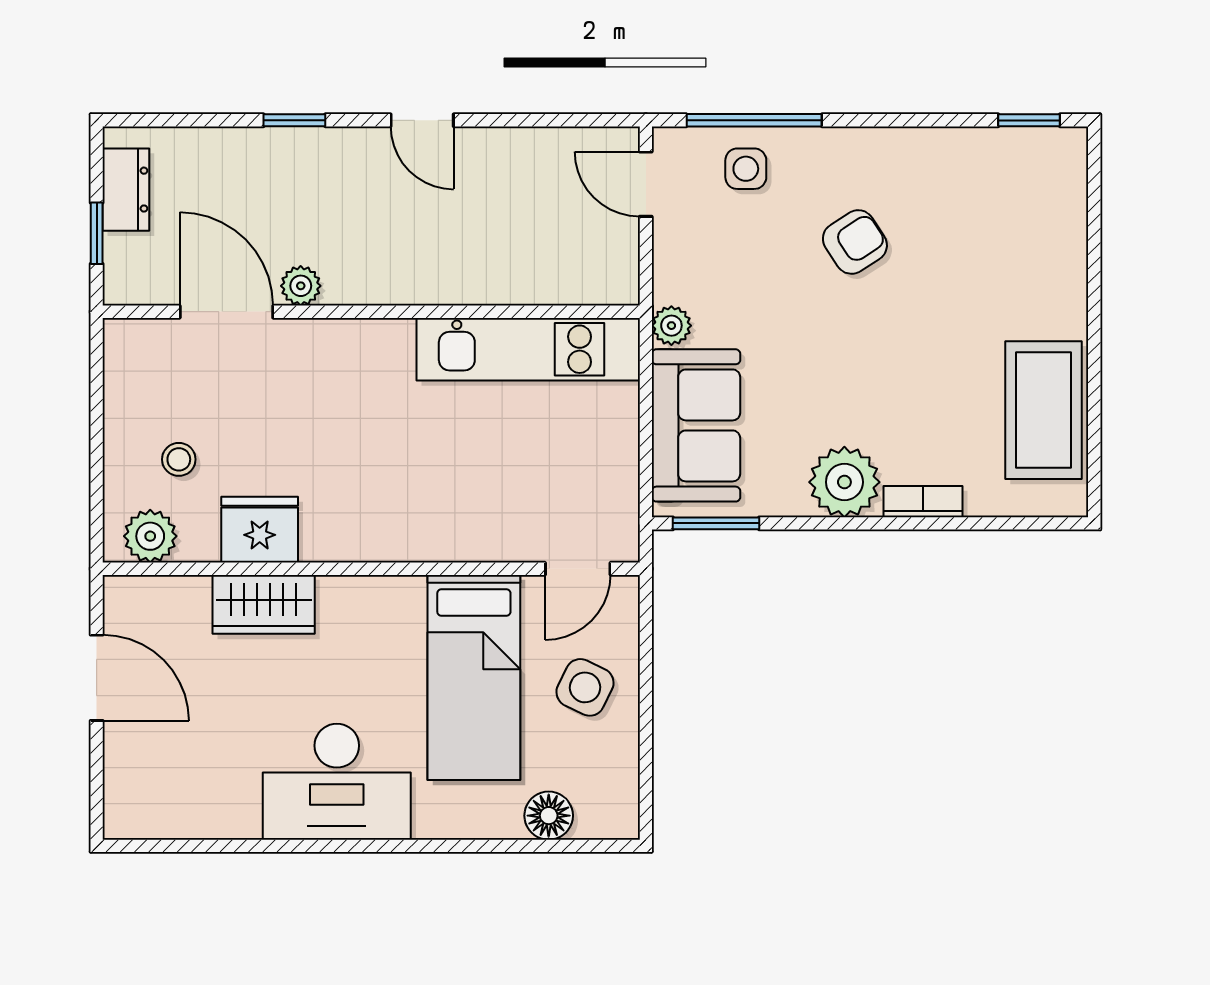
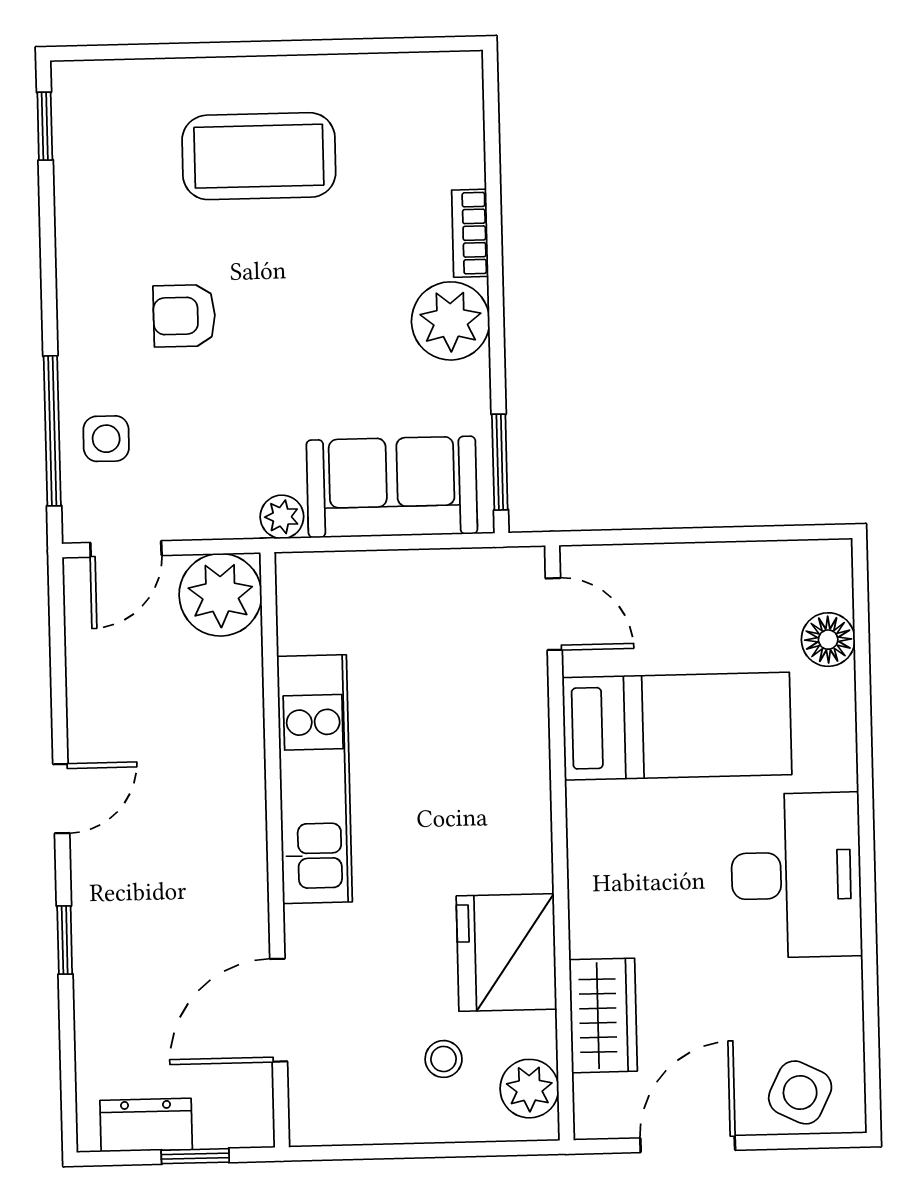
armchair: (855, 242) -> (184, 316), turned -57
plant: (301, 286) -> (220, 595), moved, width x1.87, depth x1.87
kitchen unit: (528, 349) -> (315, 779), moved
coffee table: (1044, 410) -> (259, 156), moved
fridge: (260, 530) -> (506, 953), width x1.36, depth x1.34
wardrobe: (264, 604) -> (603, 1015), moved
side table: (585, 687) -> (800, 1092), moved

